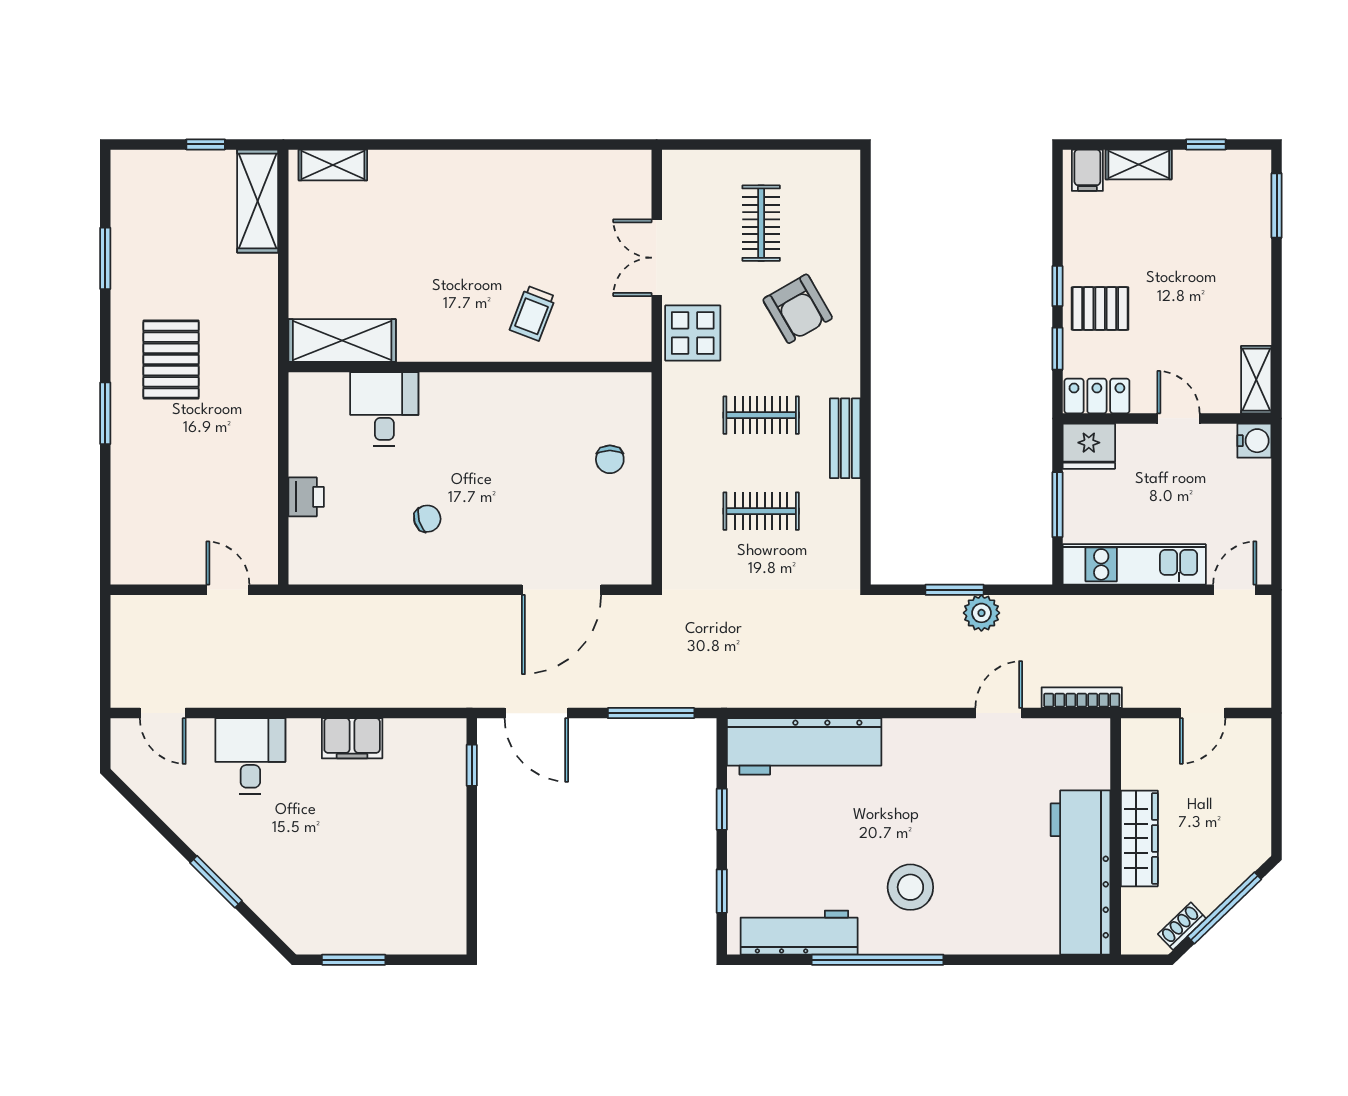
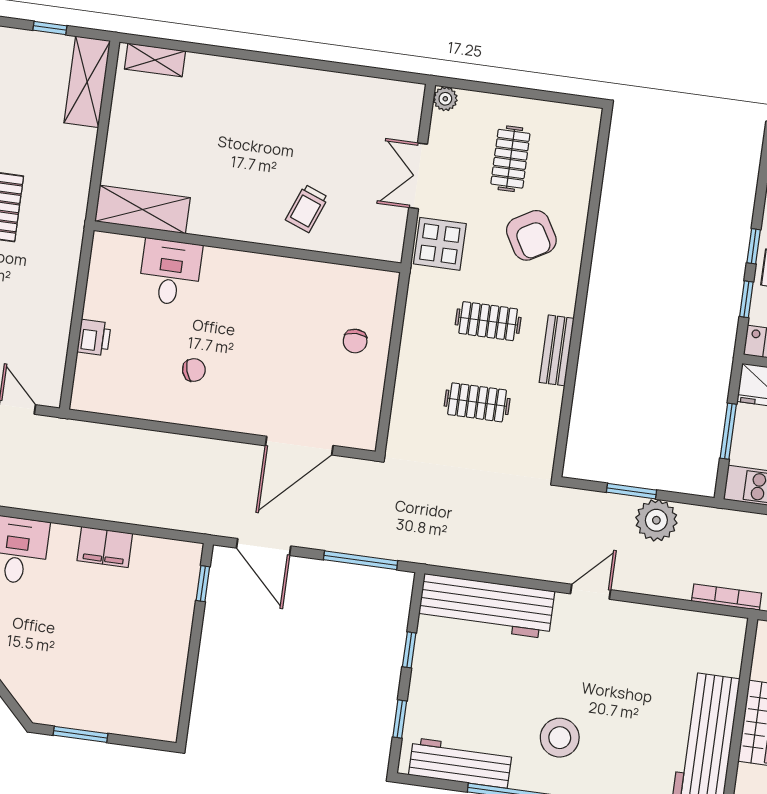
plant: (676, 164) -> (445, 99), added
plant: (981, 613) -> (656, 520), width x1.36, depth x1.36
door: (999, 713) -> (591, 592), moved

